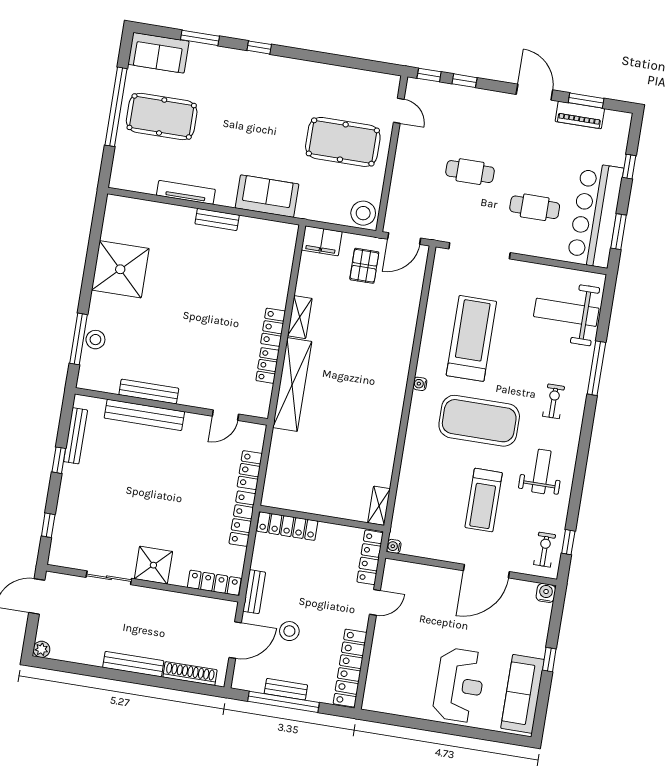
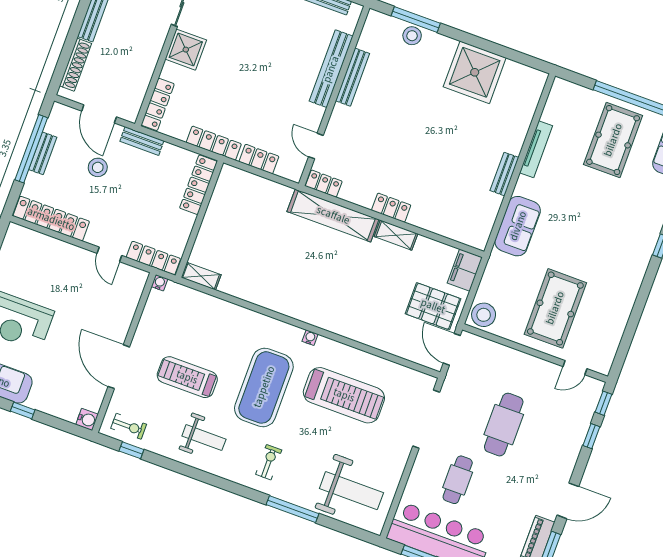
cafe table: (470, 172) -> (504, 425), width x1.37, depth x1.35
pallet: (364, 266) -> (433, 306), width x1.50, depth x1.42
weight bench: (566, 312) -> (351, 491), turned 90
locker: (267, 365) -> (324, 184), moved
exercise bike: (554, 401) -> (269, 462), turned -90

